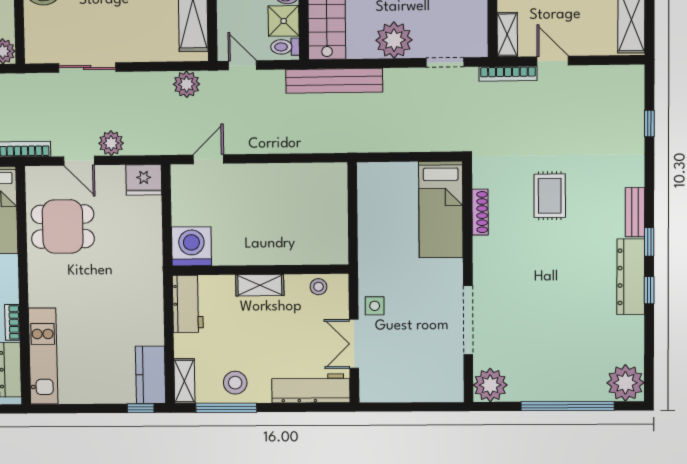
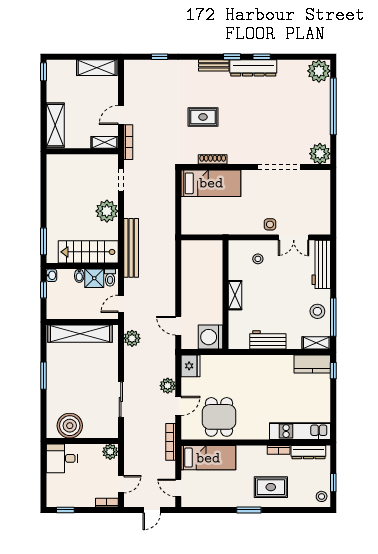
washing machine: (191, 246) -> (211, 337), moved
wall: (260, 270) -> (226, 295), moved
shelving: (260, 285) -> (235, 295), moved

